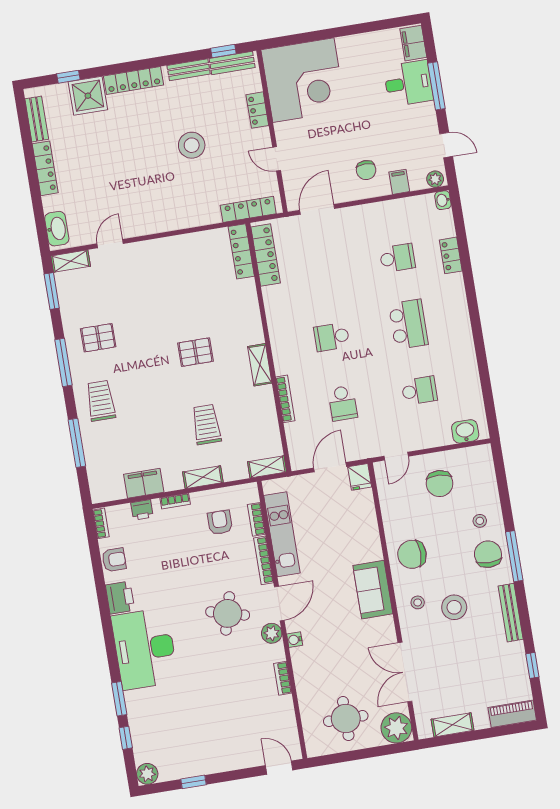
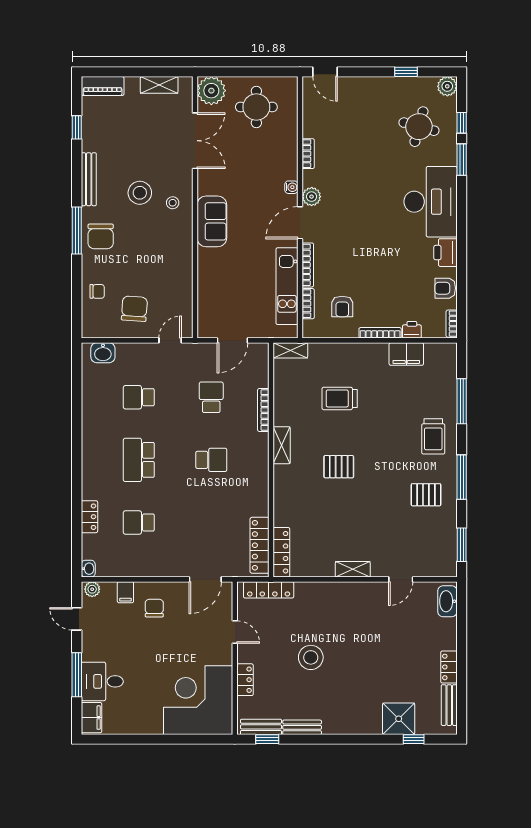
locker: (133, 80) -> (354, 726), removed
locker: (45, 168) -> (449, 667), width x0.66
shelving: (71, 261) -> (353, 569), moved
trolley: (206, 425) -> (340, 398), turned 90
shelving: (203, 477) -> (351, 351), removed
fridge: (360, 477) -> (207, 327), removed
bookcase: (175, 501) -> (380, 333), width x1.56
stool: (480, 521) -> (103, 268), removed
chair: (412, 554) -> (97, 291), moved, width x0.54, depth x0.54
round table: (228, 613) -> (419, 127), moved

